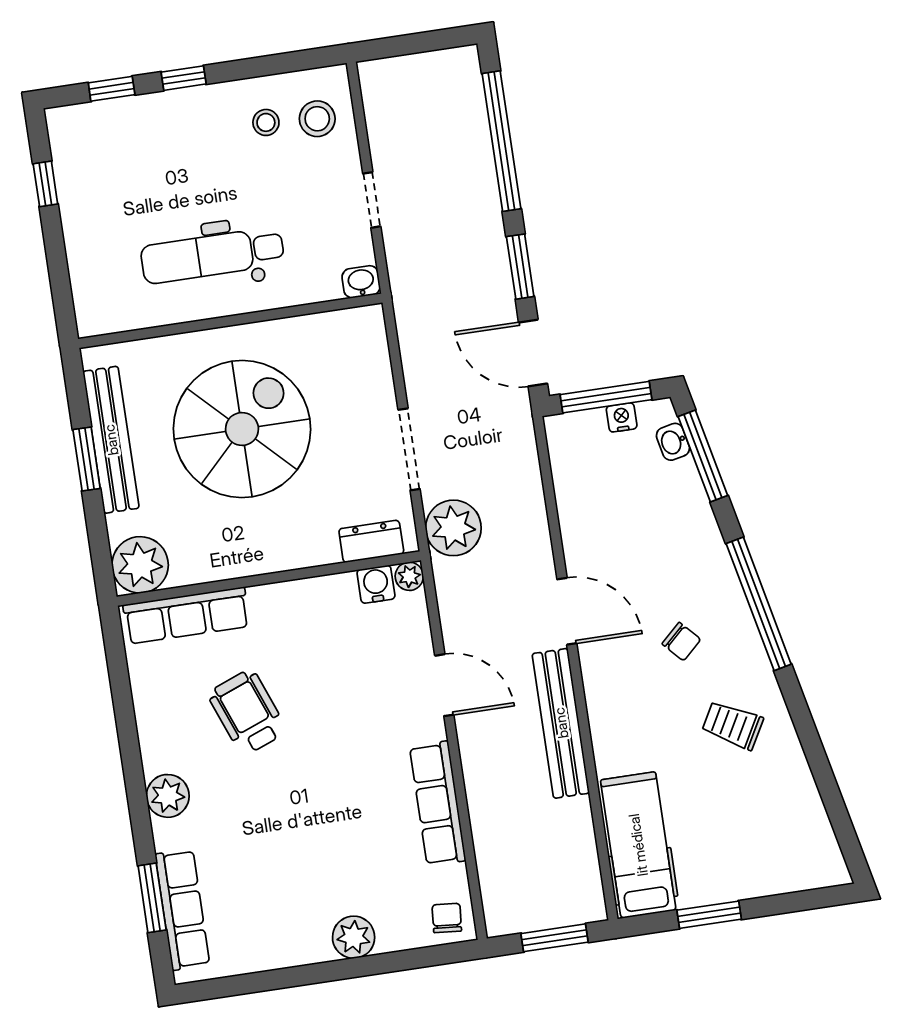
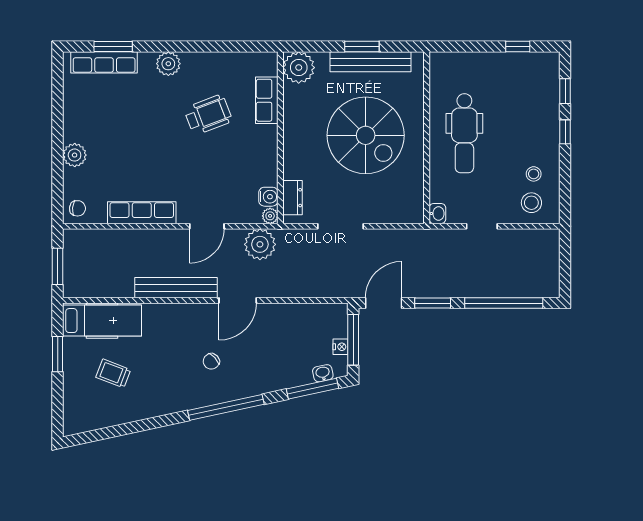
dental chair: (212, 255) -> (464, 133), turned 180
plant: (453, 528) -> (260, 244), moved
row of seats: (186, 616) -> (267, 100), width x0.68
trolley: (733, 725) -> (113, 373), moved, turned -98

